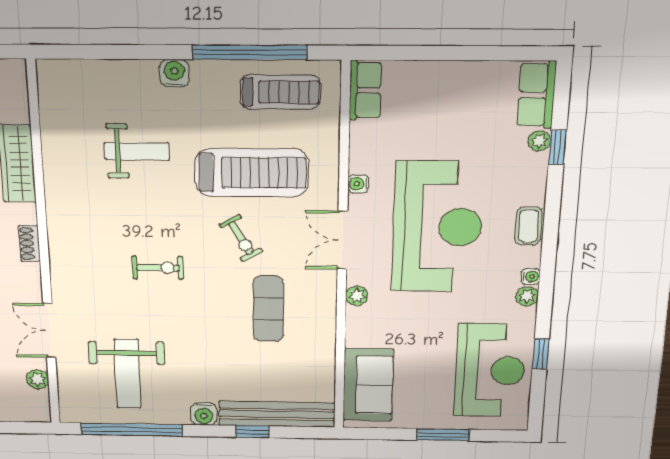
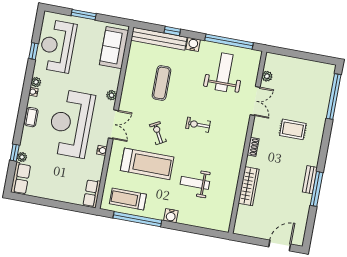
treadmill: (252, 173) -> (147, 164), turned 180
exercise mat: (268, 309) -> (161, 83), moved

